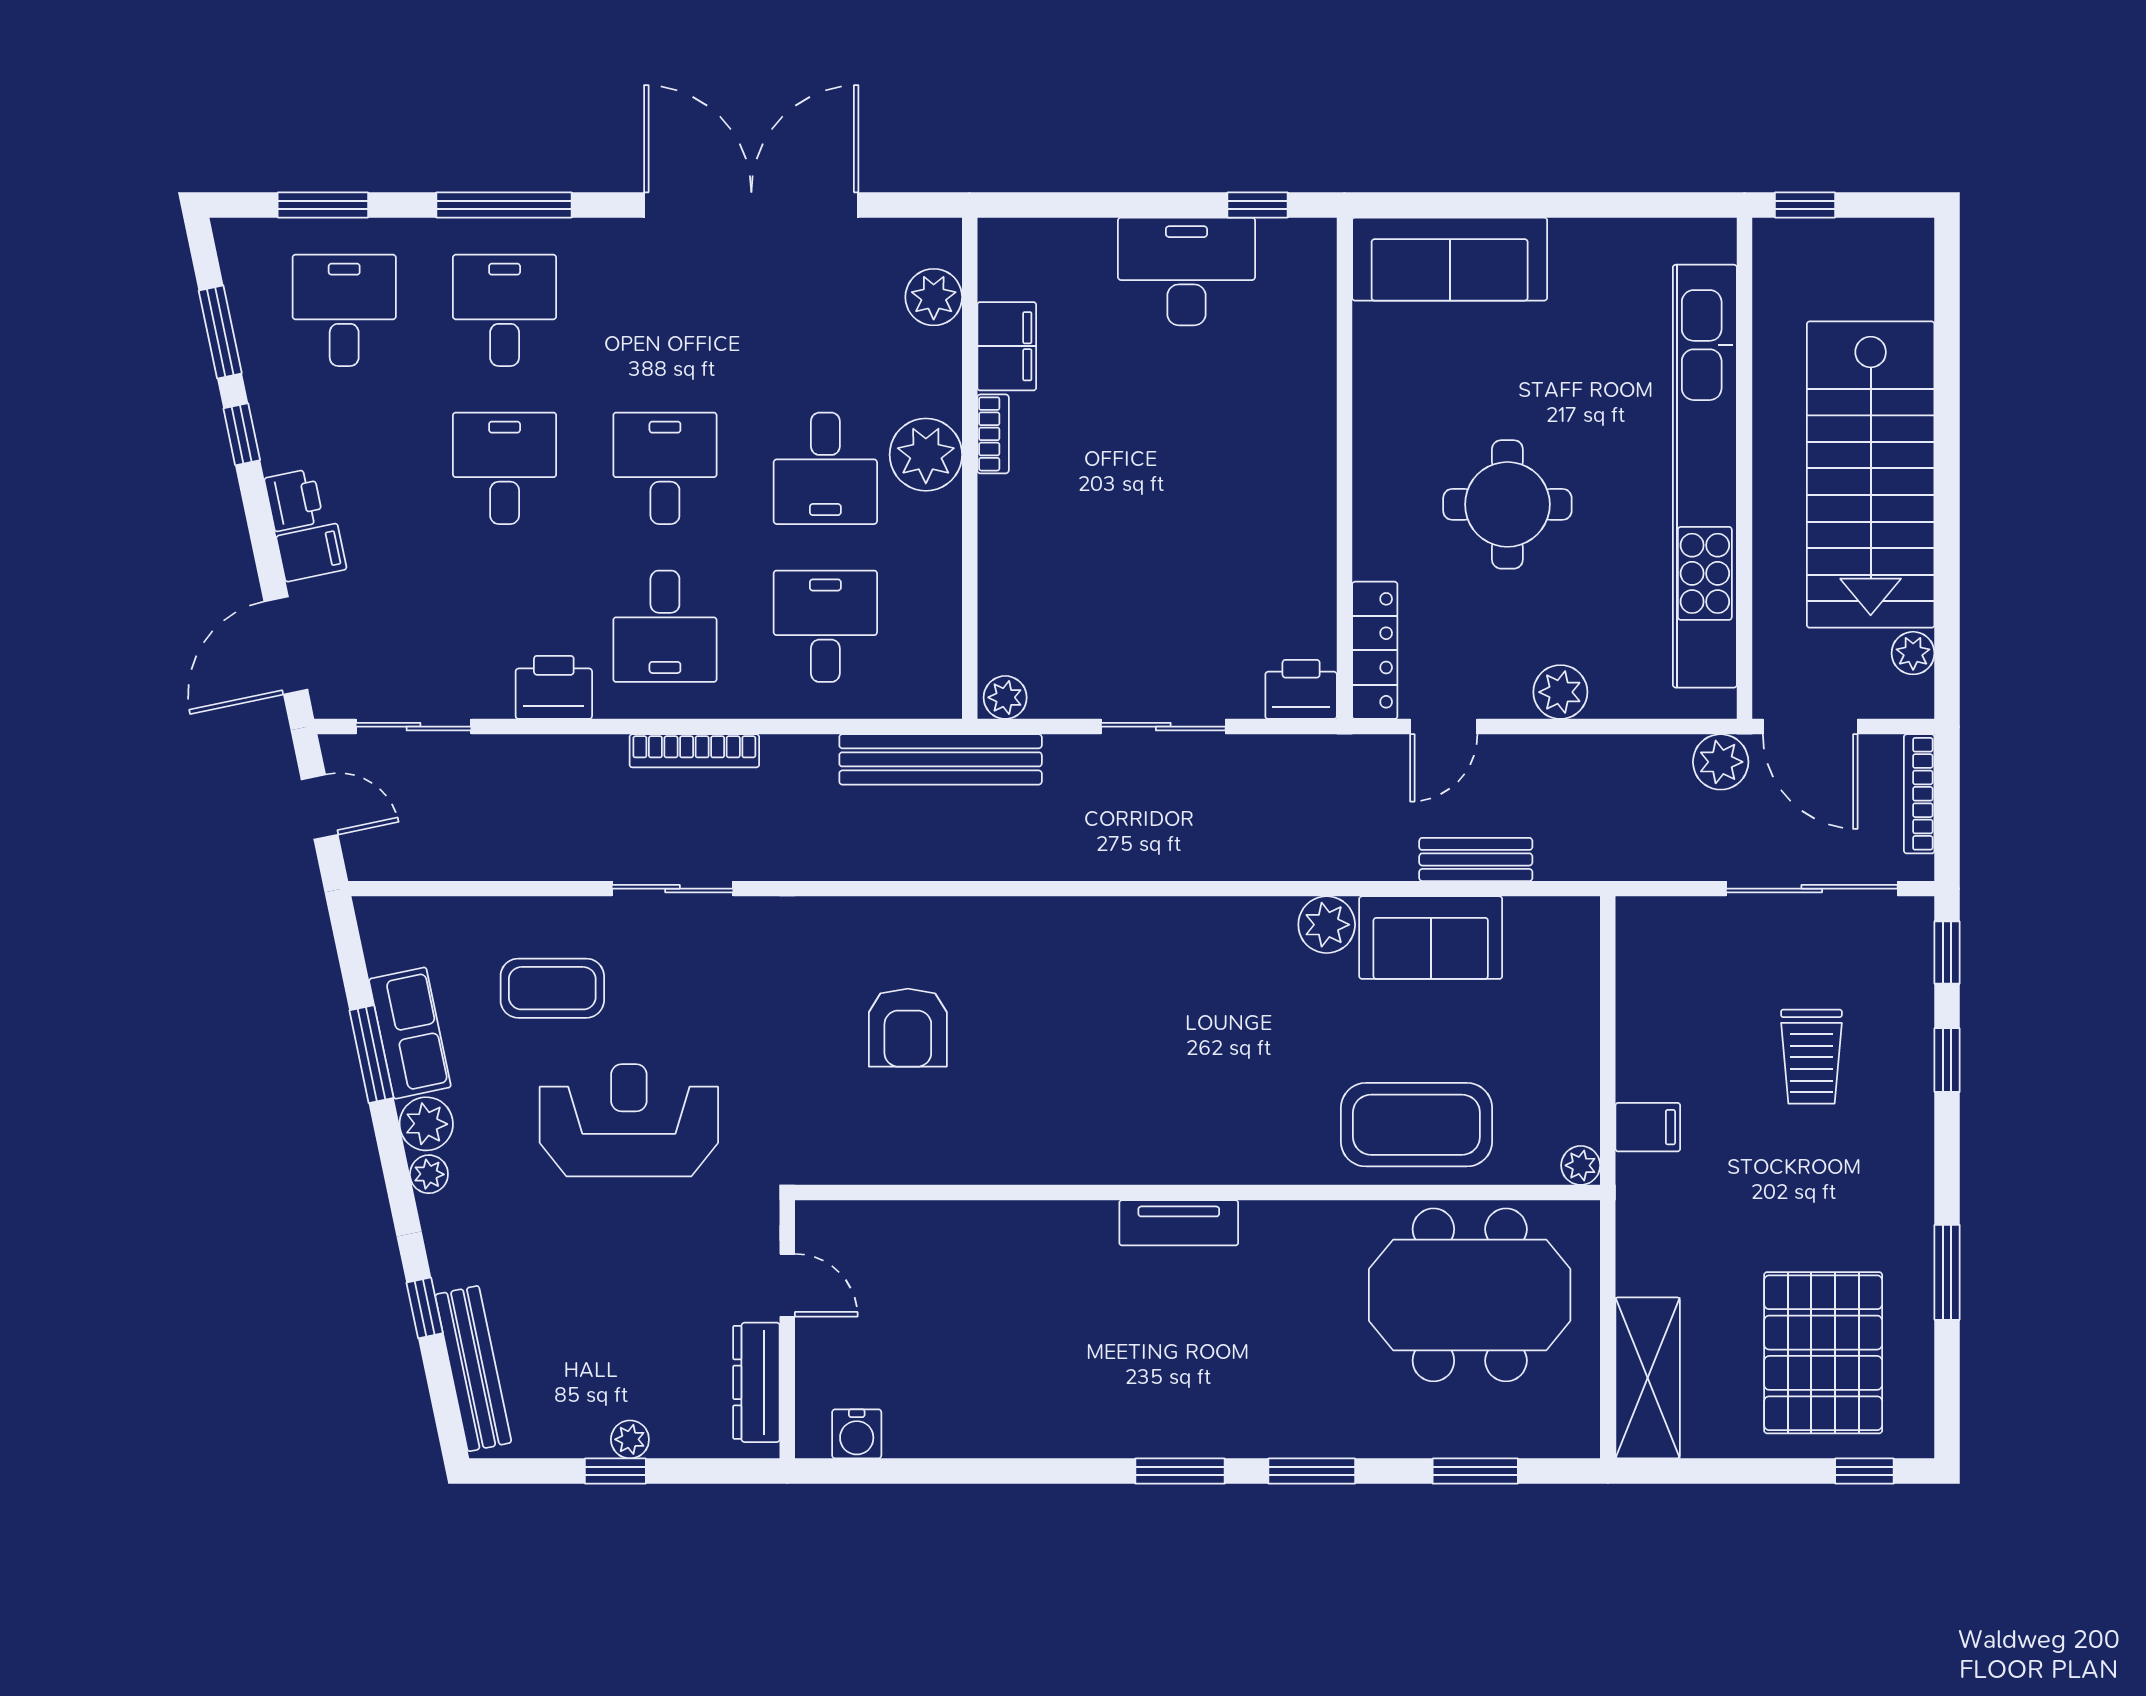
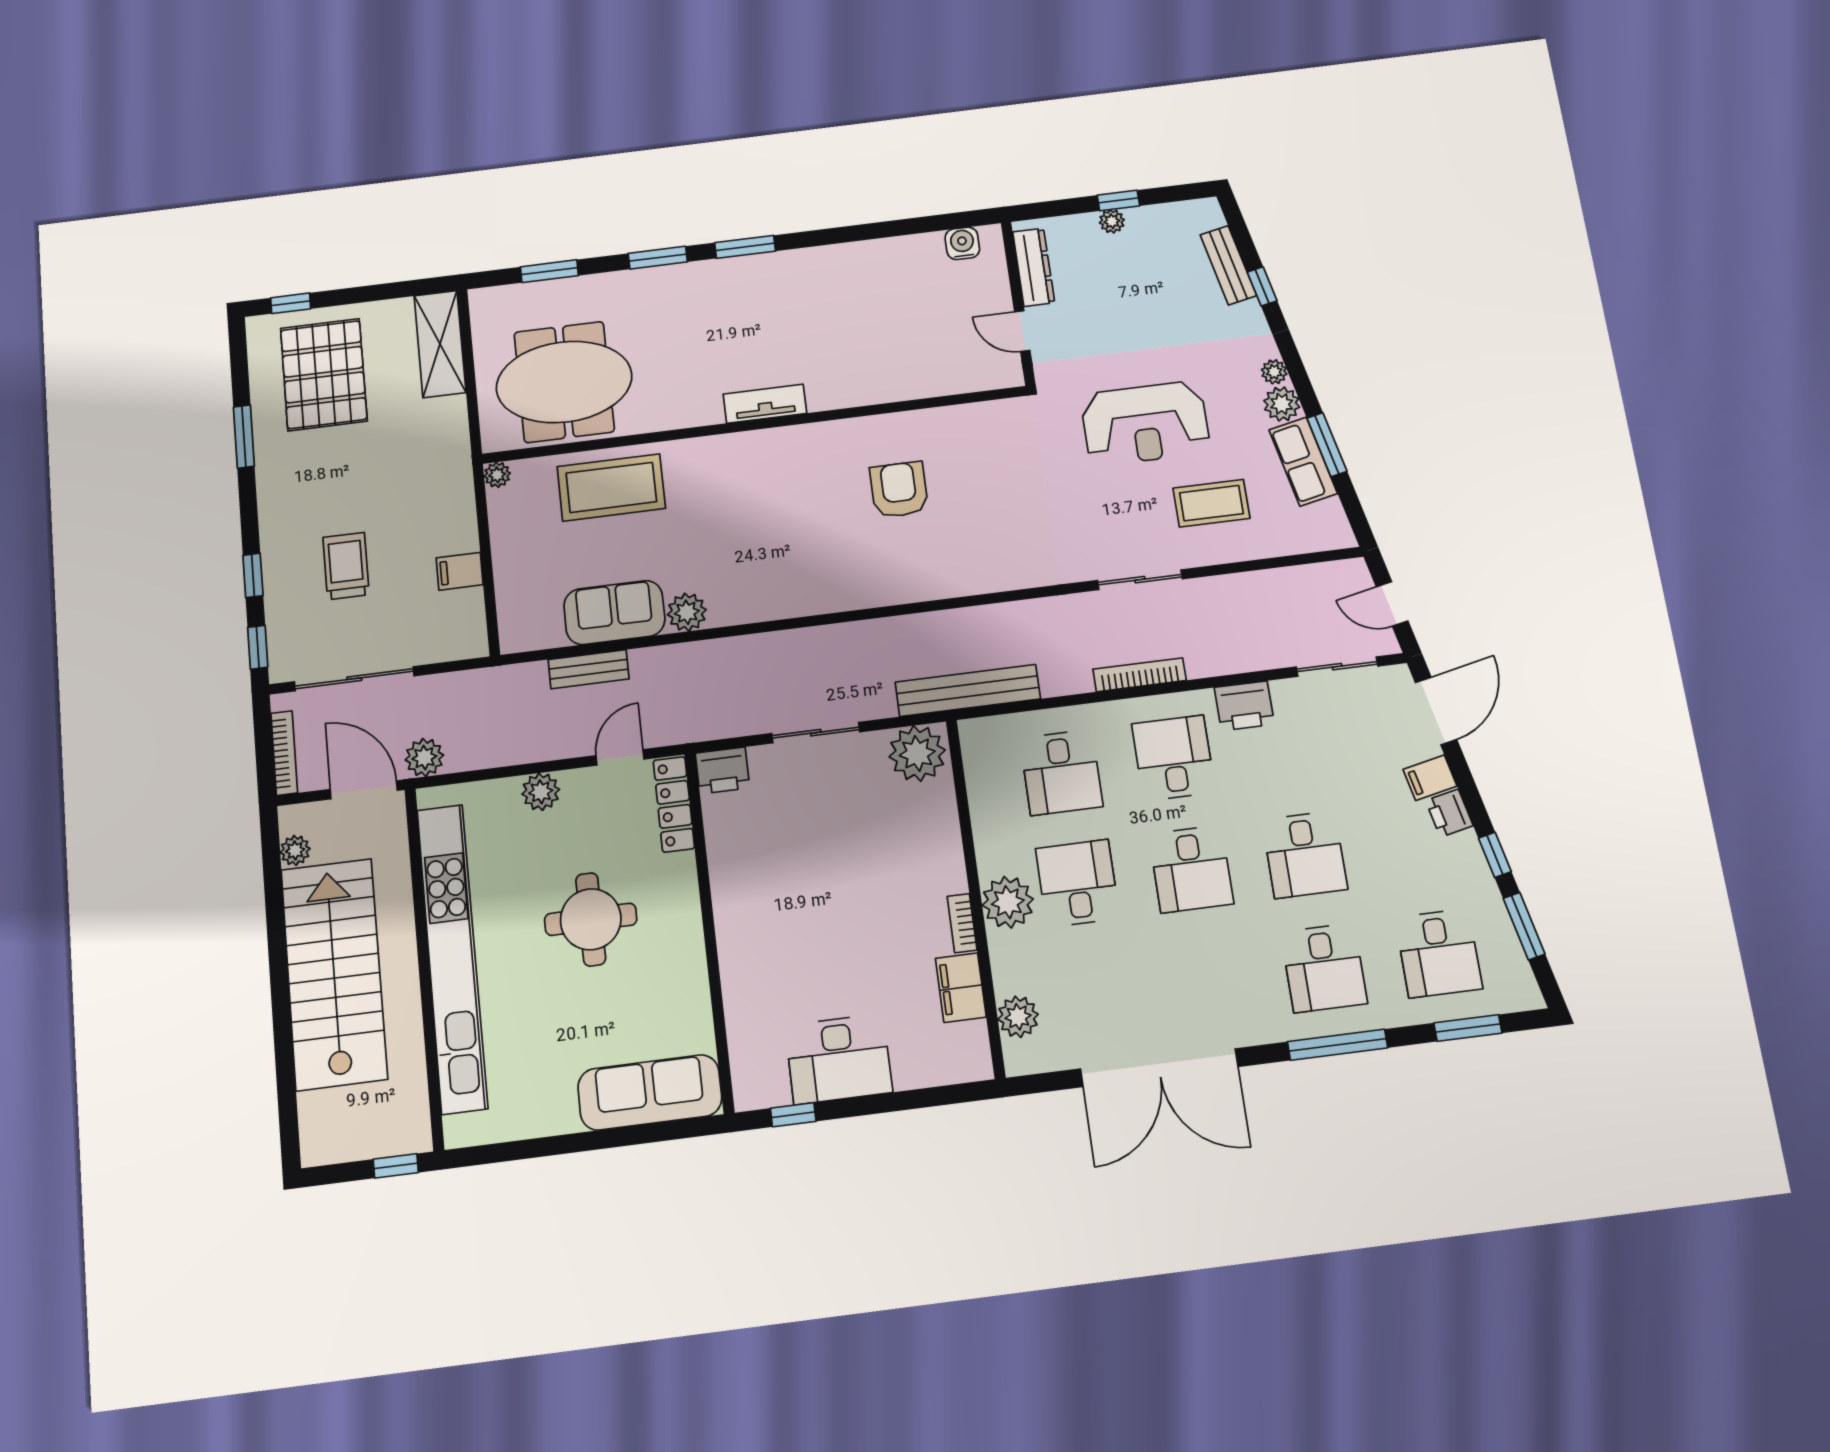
plant: (1005, 697) -> (917, 753), width x1.88, depth x1.88
armchair: (908, 1028) -> (899, 490), moved
filing cabinet: (1648, 1127) -> (460, 571), moved
bench: (473, 1369) -> (1228, 265), width x0.73

